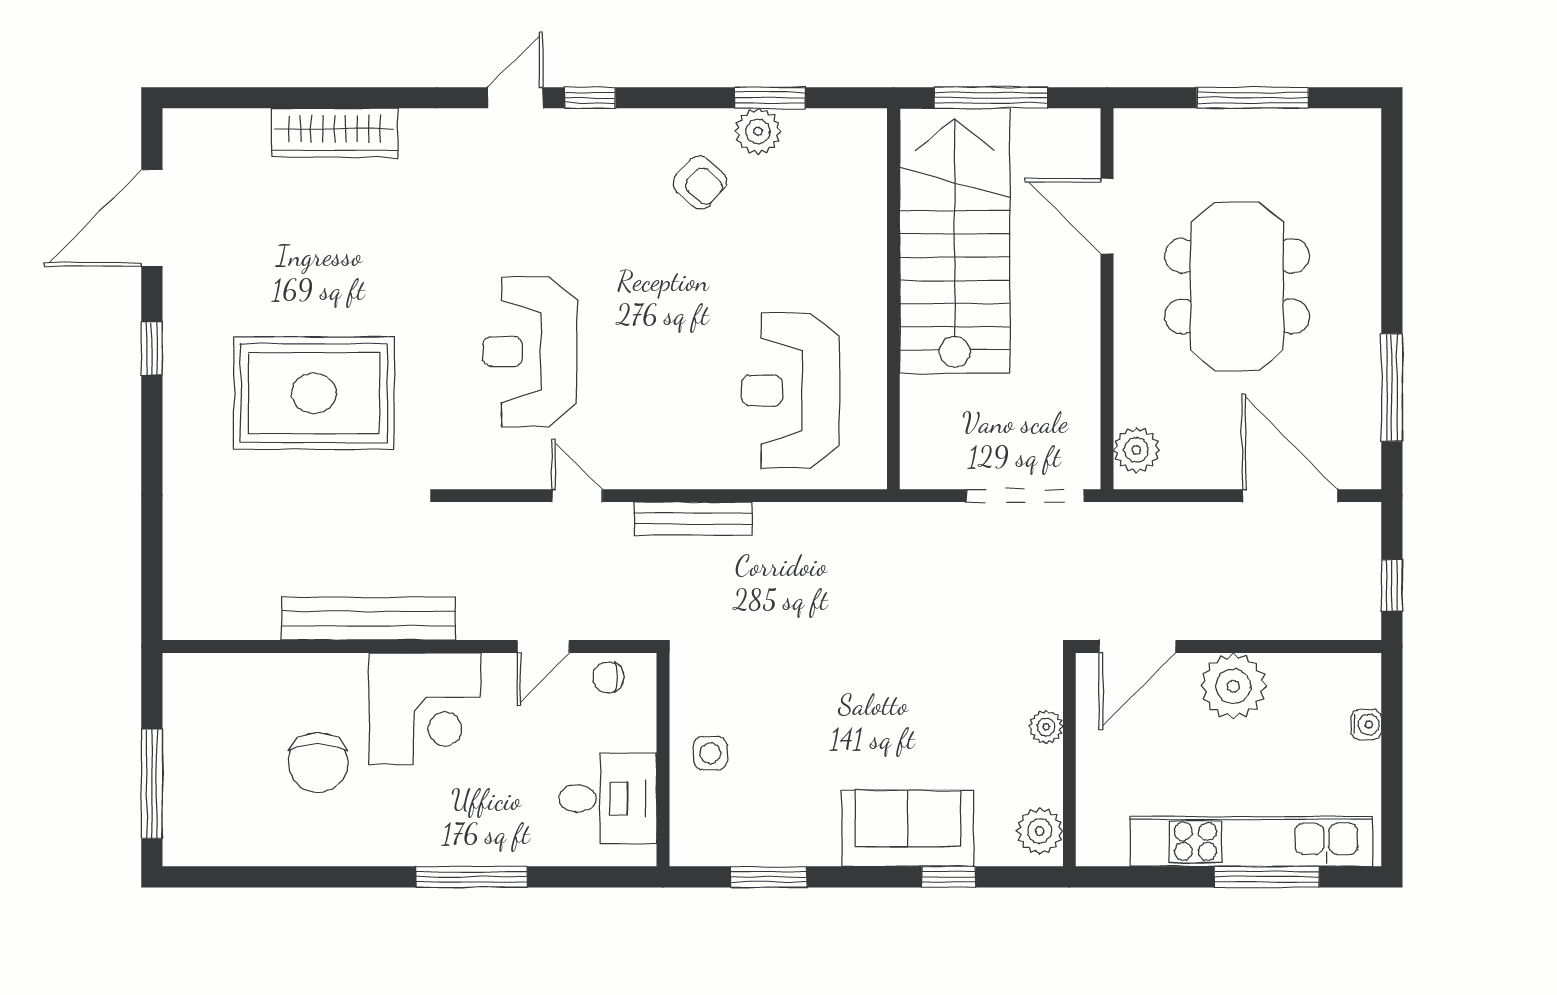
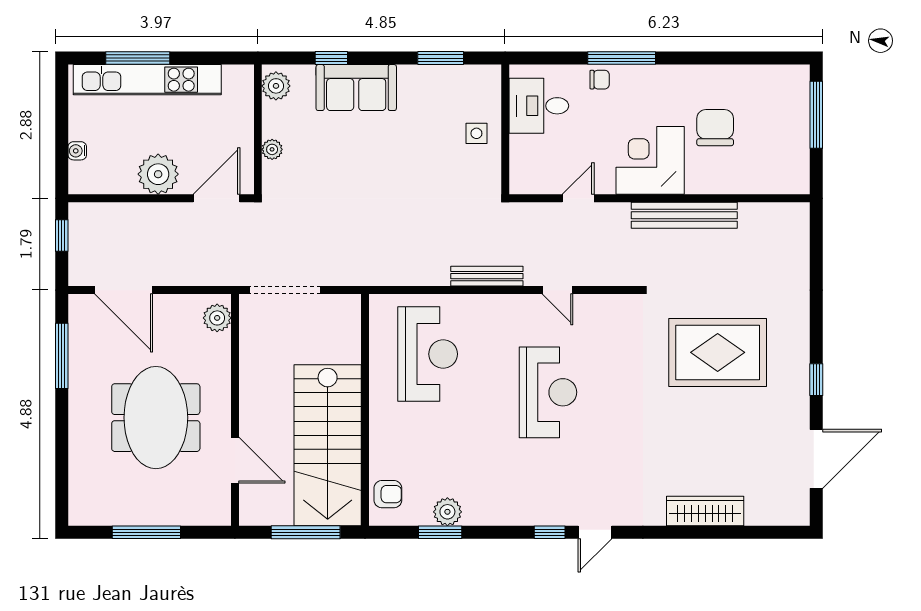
armchair: (700, 182) -> (388, 494), moved, turned 138
reception desk: (530, 352) -> (548, 392), moved
chair: (608, 677) -> (600, 80), moved

